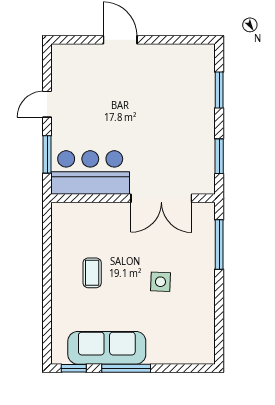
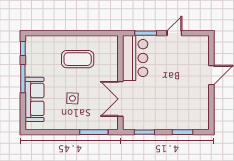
door: (47, 104) -> (174, 33), hinge flipped
coffee table: (92, 273) -> (78, 59), width x1.86, depth x1.72
sofa: (107, 348) -> (34, 99), moved

